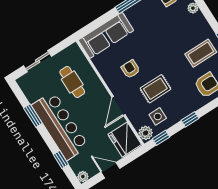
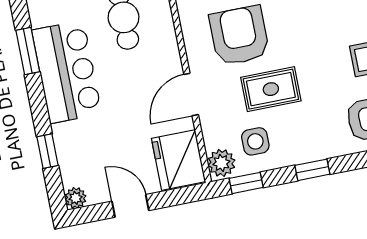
armchair: (131, 69) -> (239, 36), width x1.88, depth x1.88
bar counter: (60, 126) -> (67, 72), width x0.73

